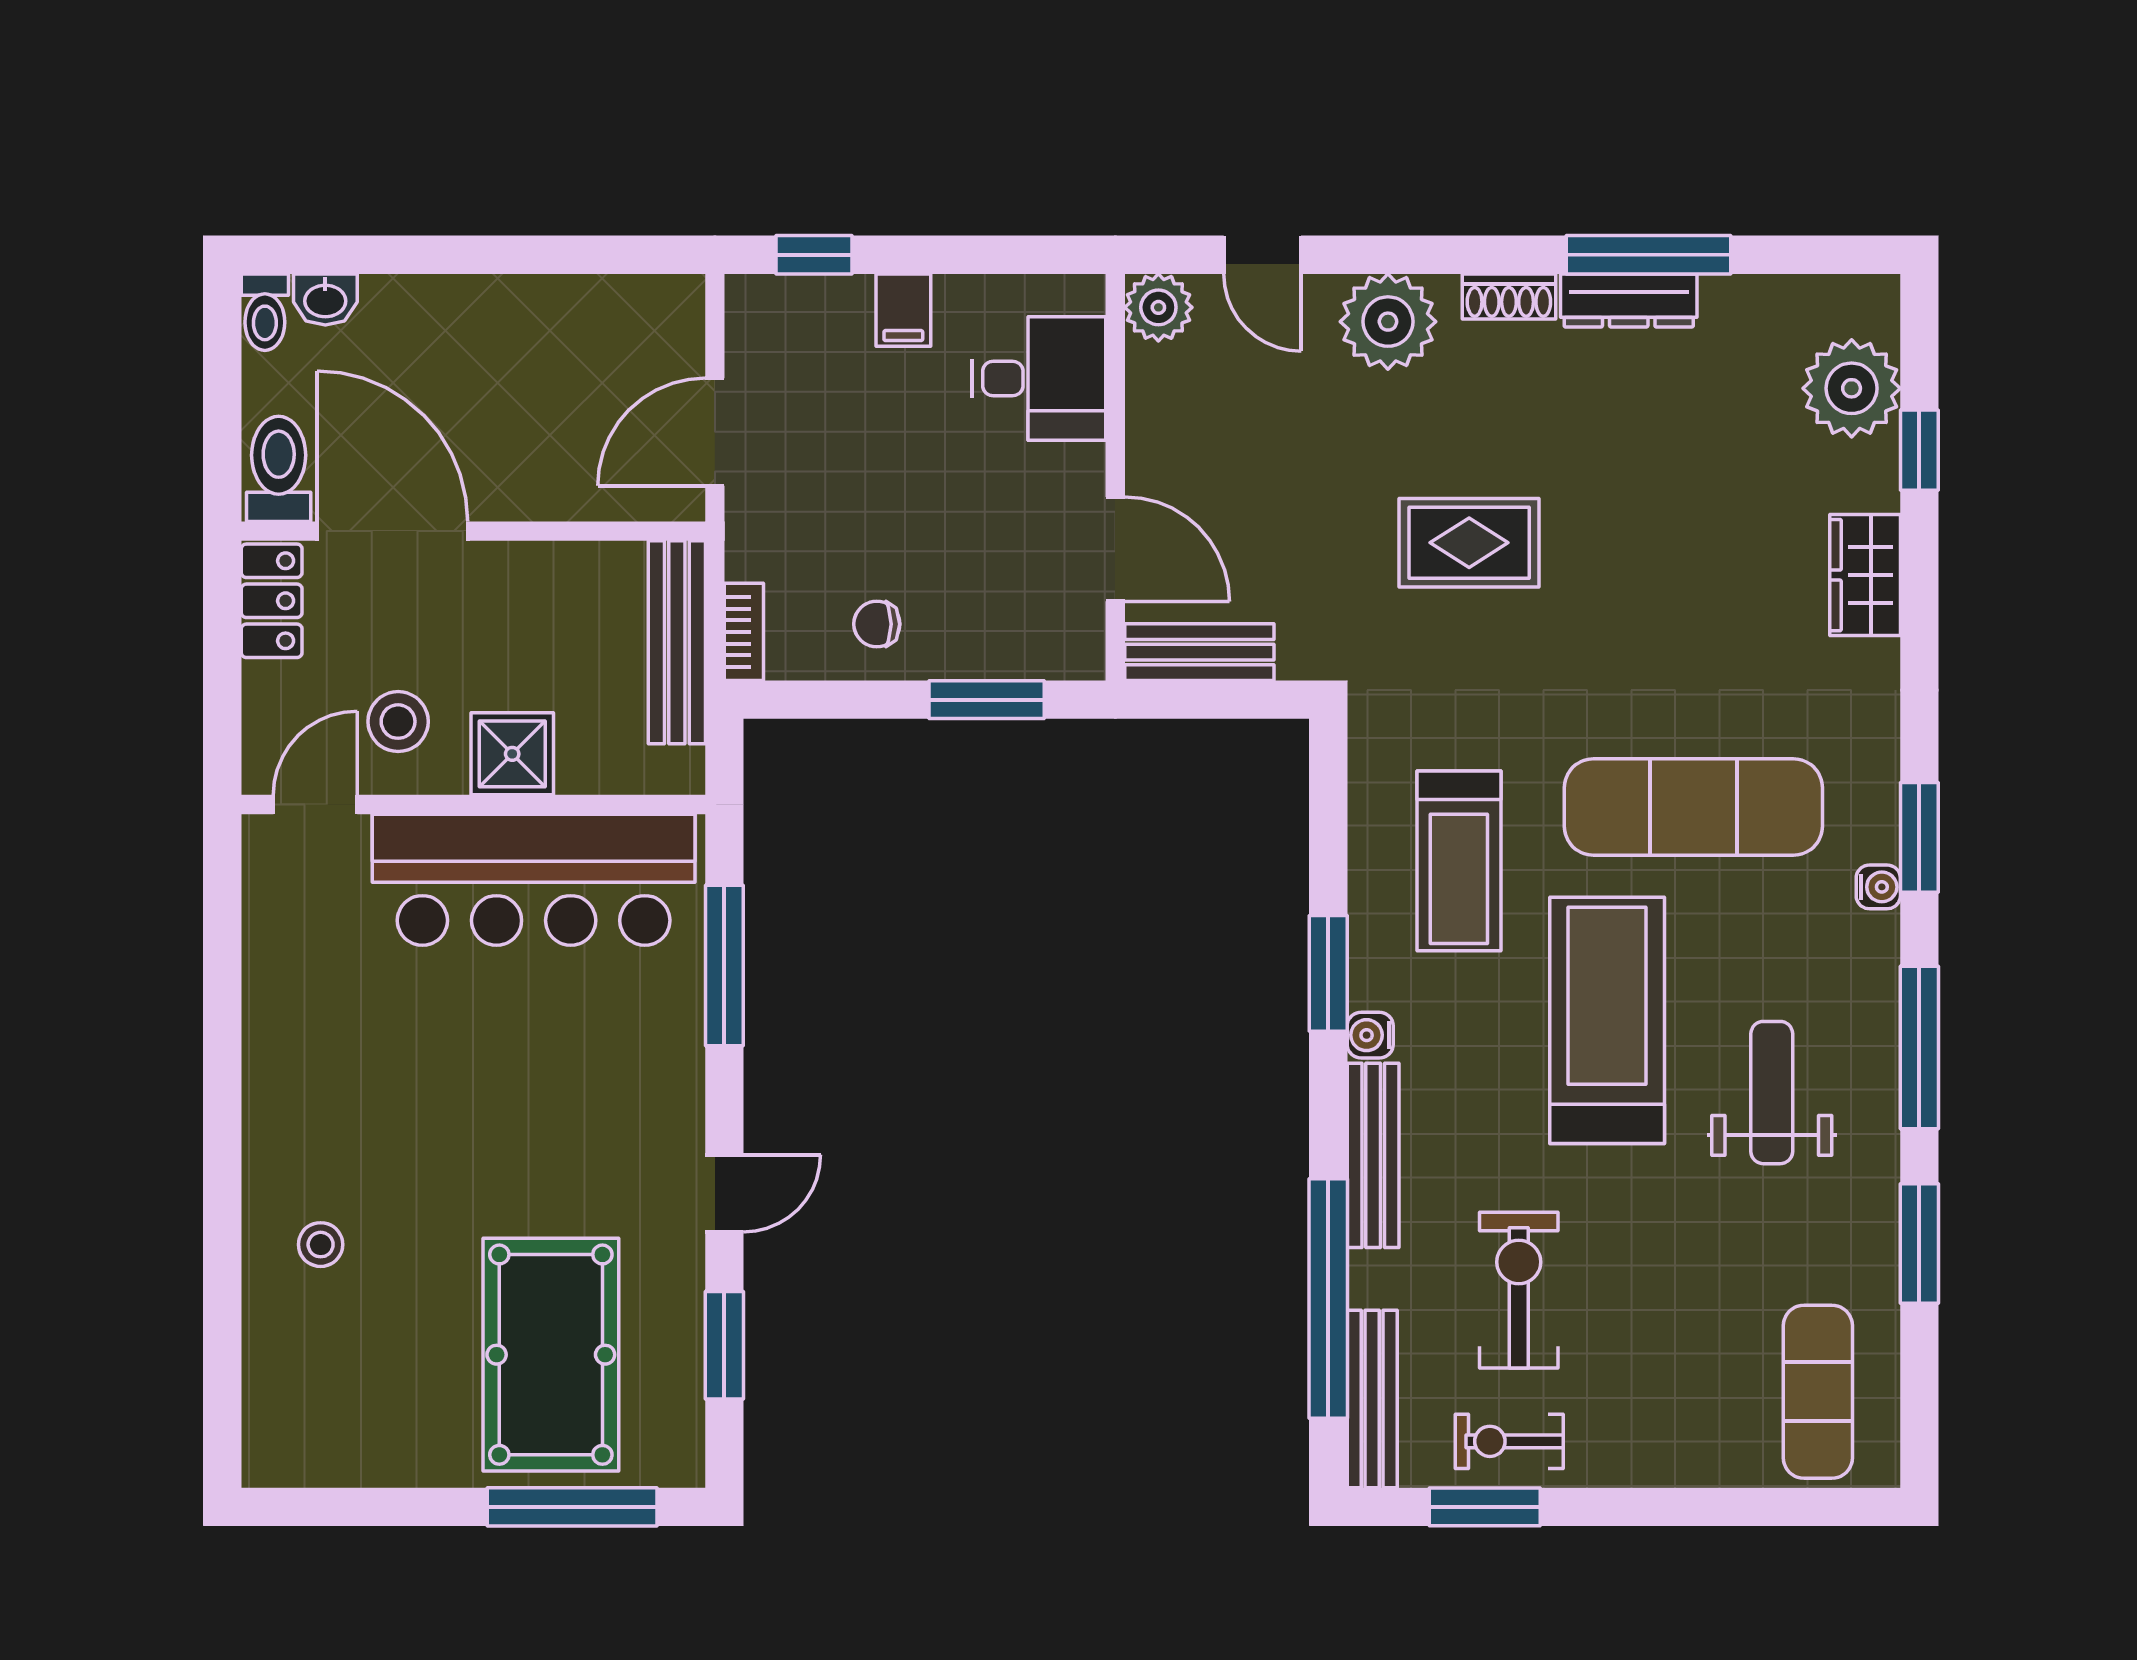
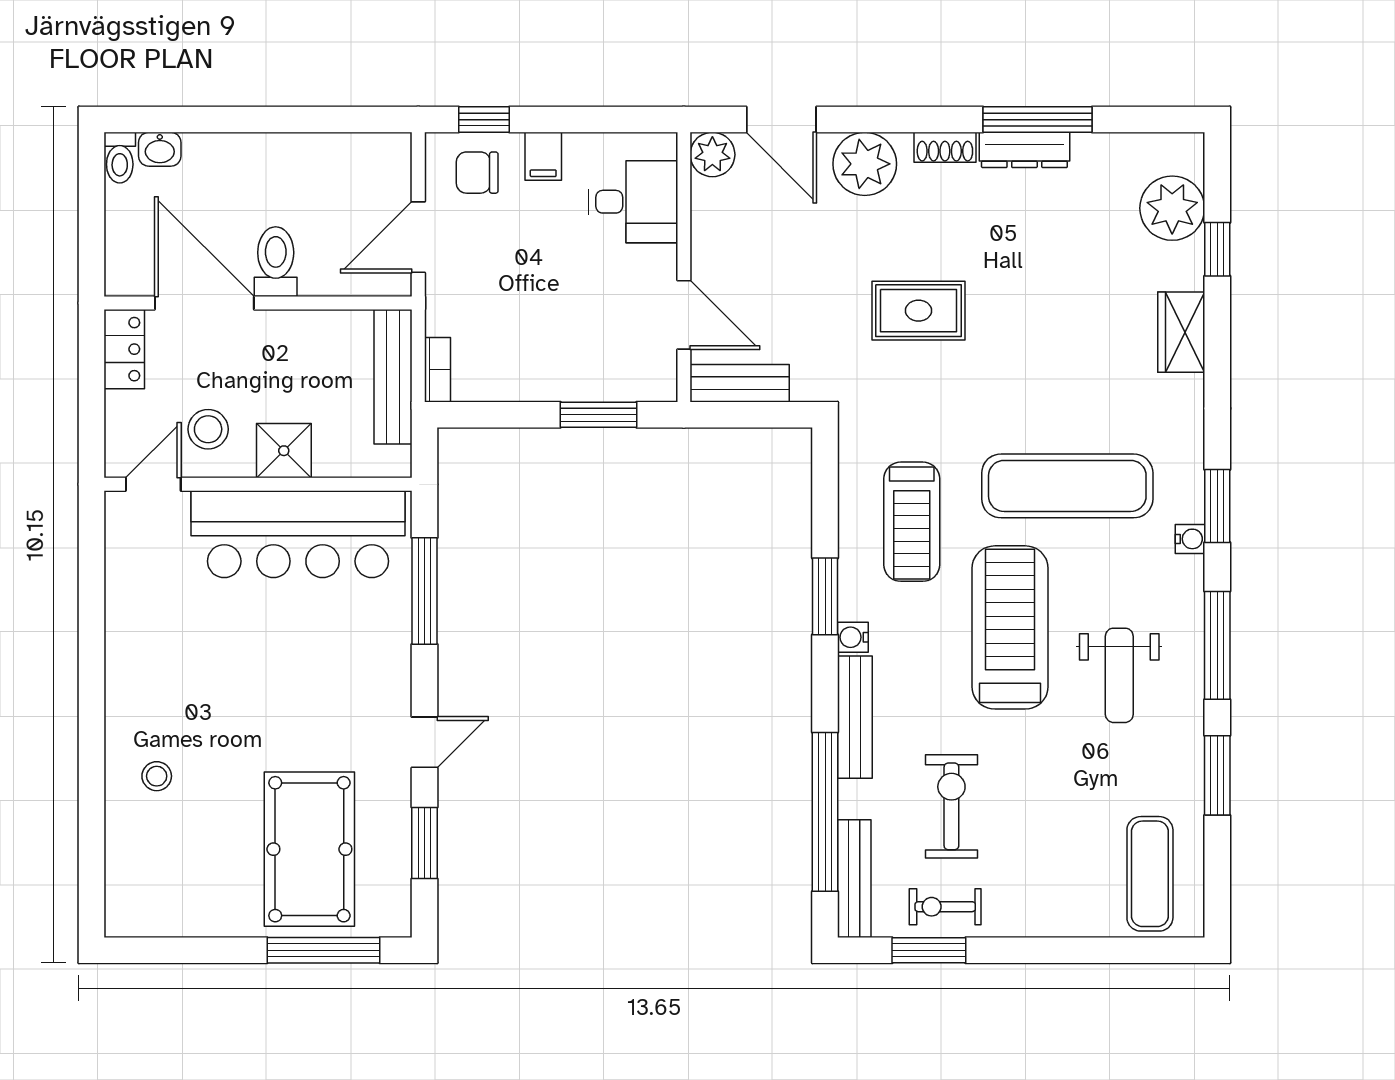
door: (1262, 255) -> (781, 120), width x1.37
toilet: (279, 469) -> (276, 262), moved
chair: (877, 624) -> (477, 173), moved, width x1.37, depth x1.37
weight bench: (1772, 1093) -> (1119, 675), turned 180

